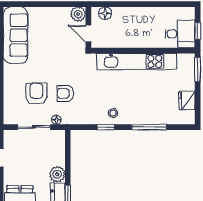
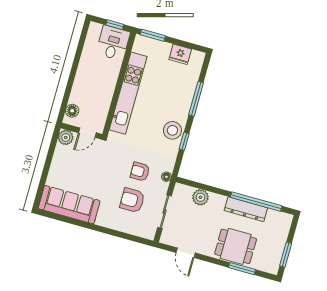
armchair: (65, 93) -> (140, 172), turned 90
stool: (113, 113) -> (172, 130), width x1.89, depth x1.89
floor lamp: (56, 120) -> (166, 177), moved
plant: (57, 174) -> (200, 197), moved

